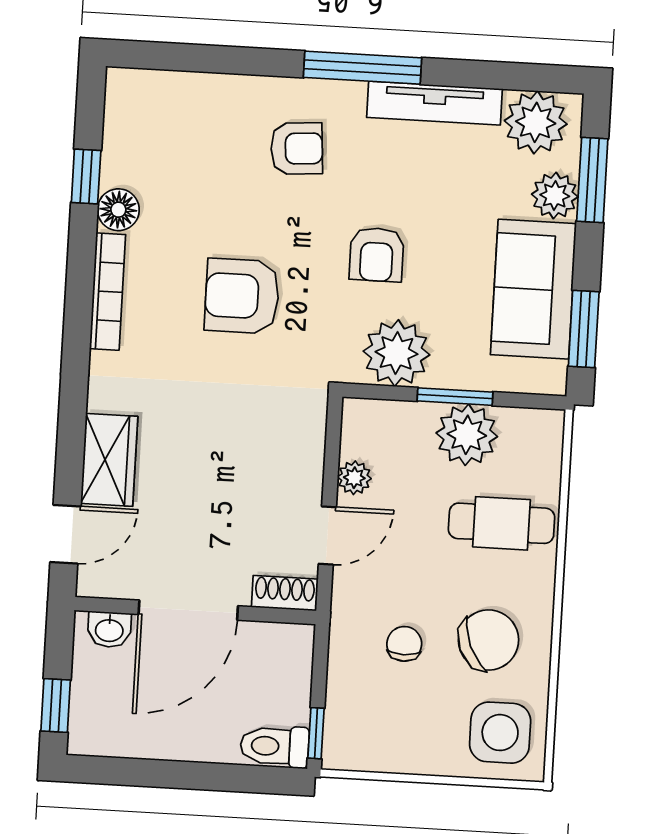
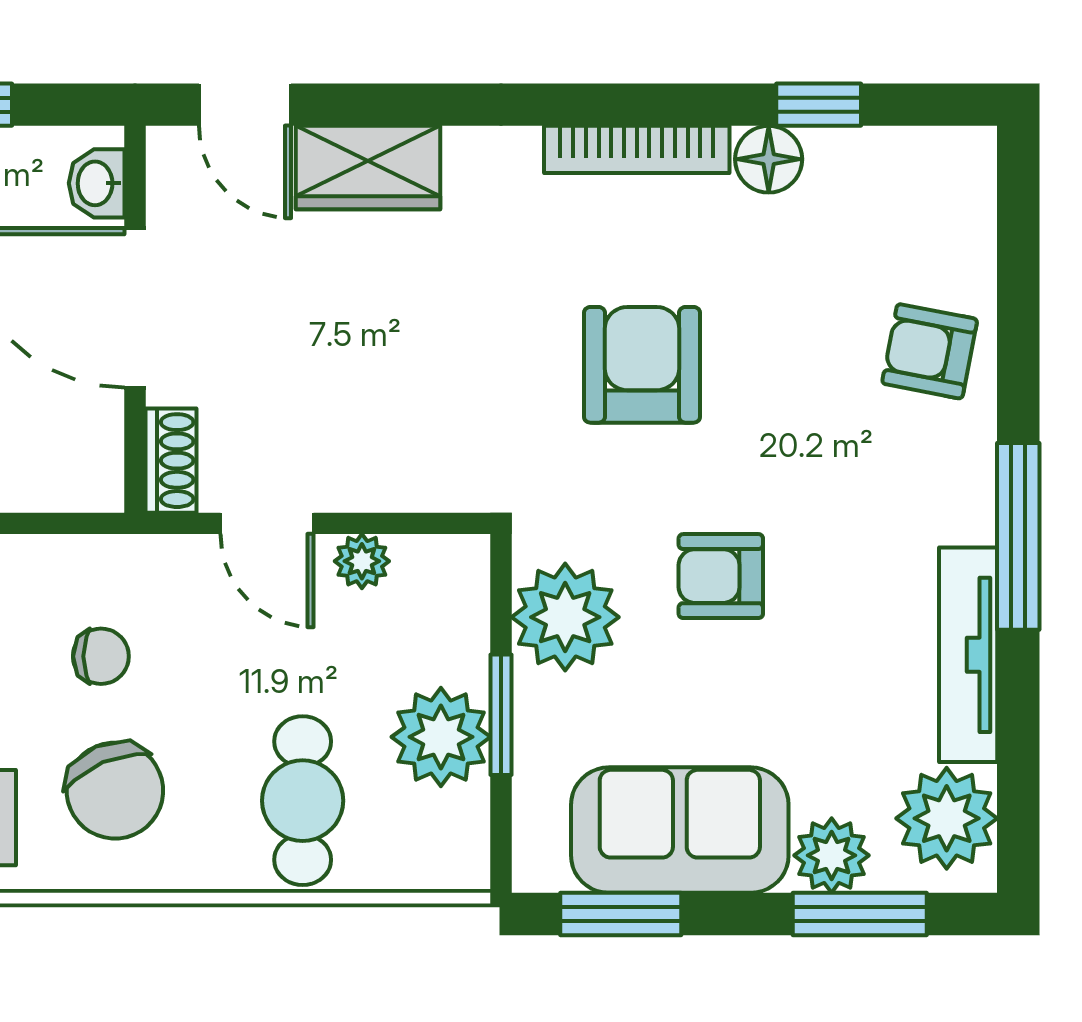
armchair: (297, 149) -> (930, 351), moved, turned 105

